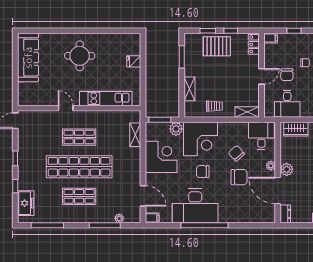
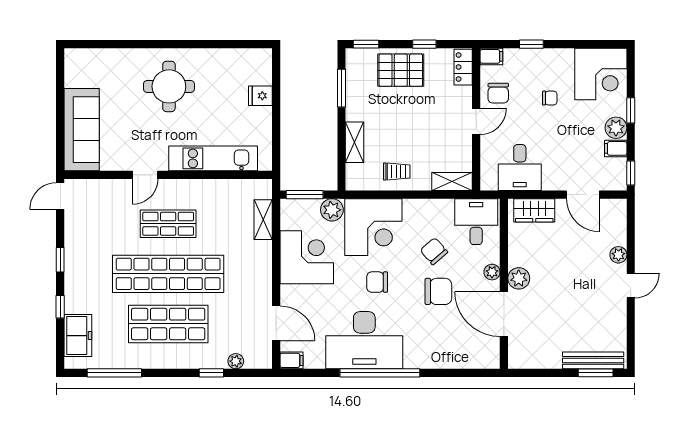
window: (208, 31) -> (366, 44), moved
sofa: (28, 58) -> (82, 130), moved
chair: (287, 75) -> (498, 93), moved
door: (66, 108) -> (145, 175), swing flipped
shop shelf: (79, 196) -> (168, 324), width x1.43, depth x1.36
dresser: (285, 214) -> (516, 354), removed
window: (105, 225) -> (211, 373), width x0.46

